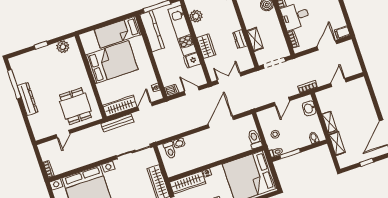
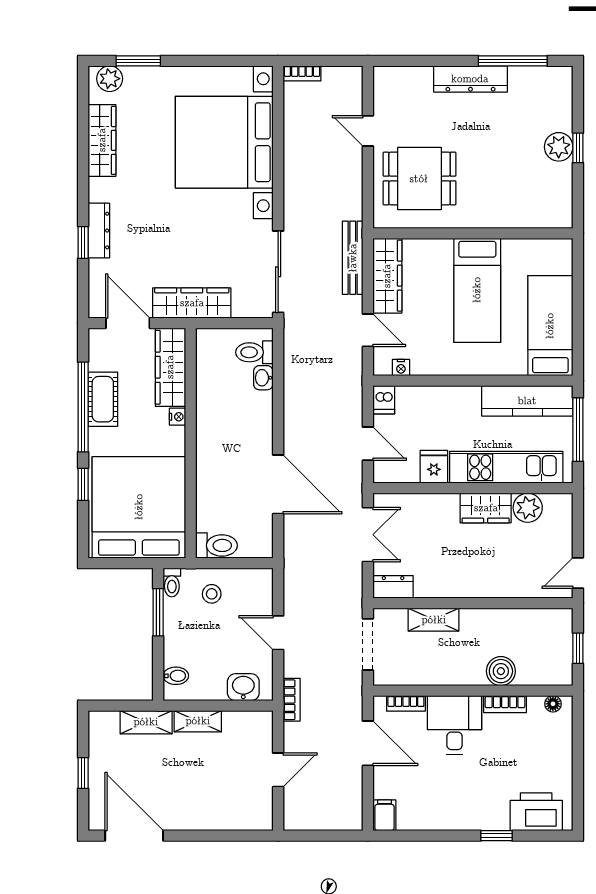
dresser: (240, 39) -> (393, 587), moved
door: (327, 45) -> (368, 743), moved
wardrobe: (206, 46) -> (486, 508), moved
plant: (63, 47) -> (559, 147), moved
bed: (112, 62) -> (477, 290), width x0.67
door: (338, 83) -> (278, 770), hinge flipped
door: (192, 91) -> (368, 444), hinge flipped

